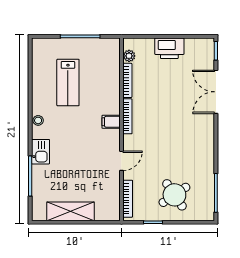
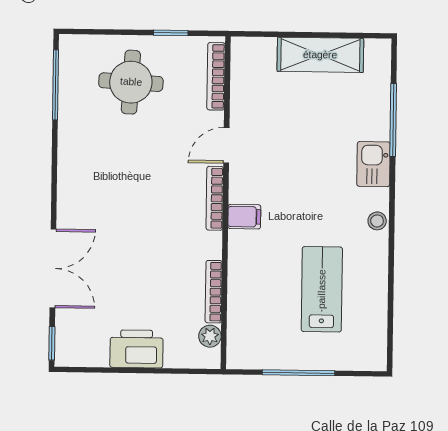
bookcase: (127, 116) -> (215, 198), moved
round table: (174, 195) -> (131, 82), turned 37

